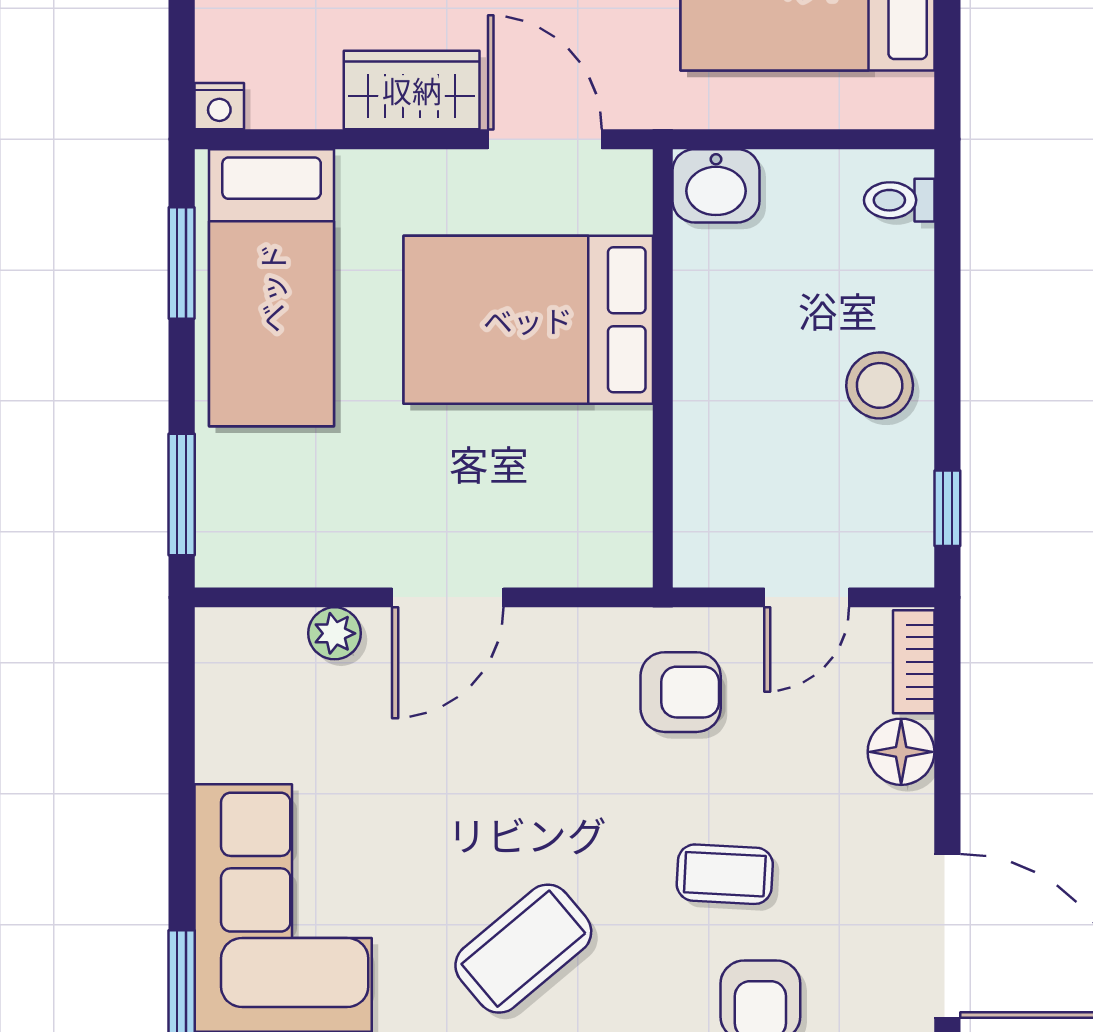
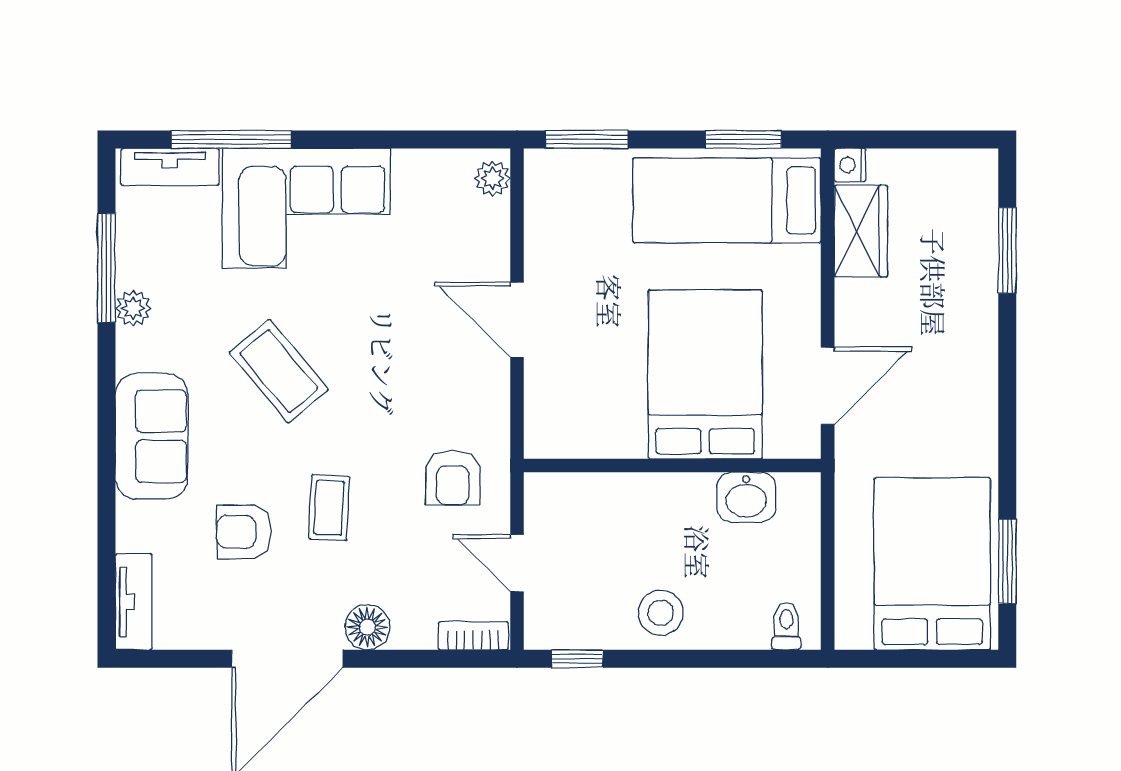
wardrobe: (412, 90) -> (861, 231), moved
washbasin: (716, 186) -> (746, 497), moved, turned -90
plant: (335, 633) -> (493, 178), moved
floor lamp: (901, 752) -> (367, 627), moved

